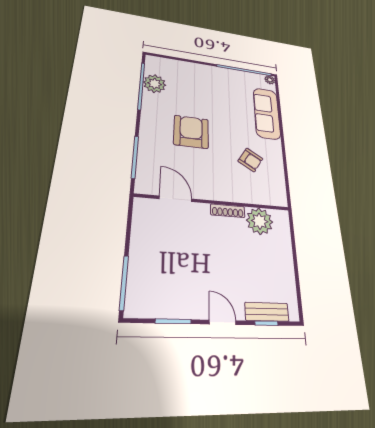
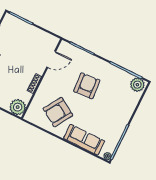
plant: (155, 84) -> (137, 85), moved
armchair: (191, 132) -> (87, 86), turned -94
armchair: (250, 160) -> (58, 112), width x1.88, depth x1.88
plant: (260, 221) -> (18, 107), moved

